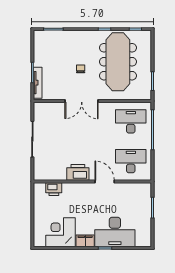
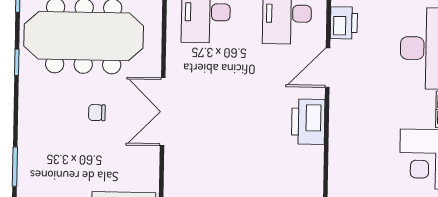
double door: (82, 101) -> (163, 112), swing flipped
printer: (54, 189) -> (344, 23), moved

